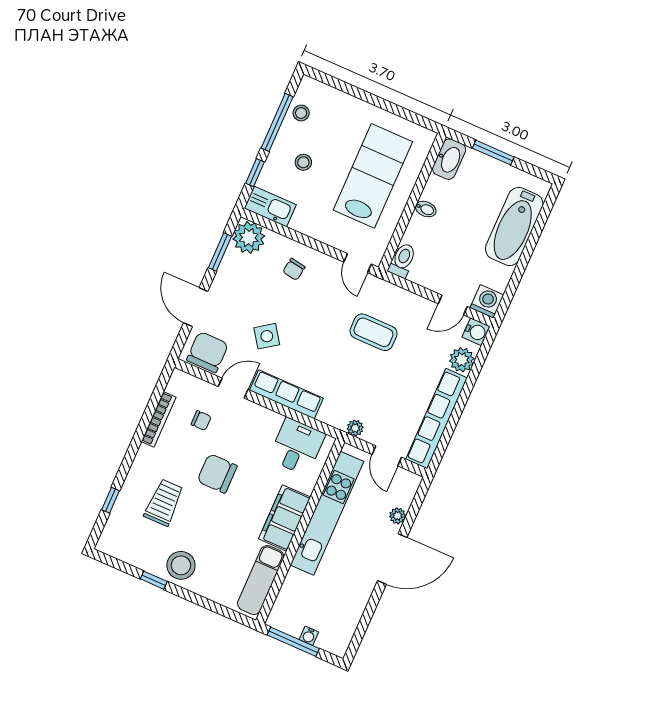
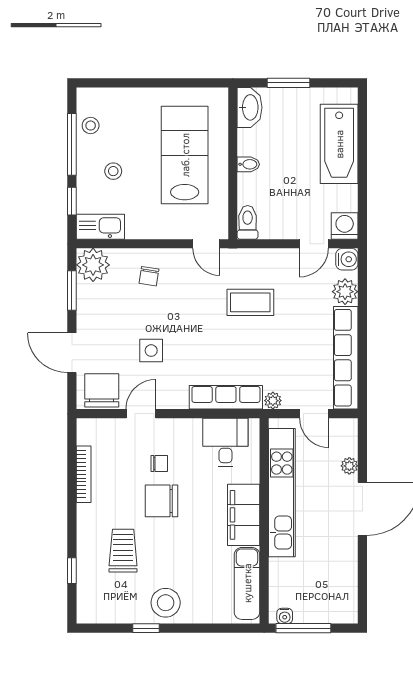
side table: (267, 336) -> (151, 351), turned 35
row of seats: (286, 394) -> (226, 397), moved
chair: (201, 421) -> (159, 464), moved
water cooler: (309, 636) -> (285, 616), moved

